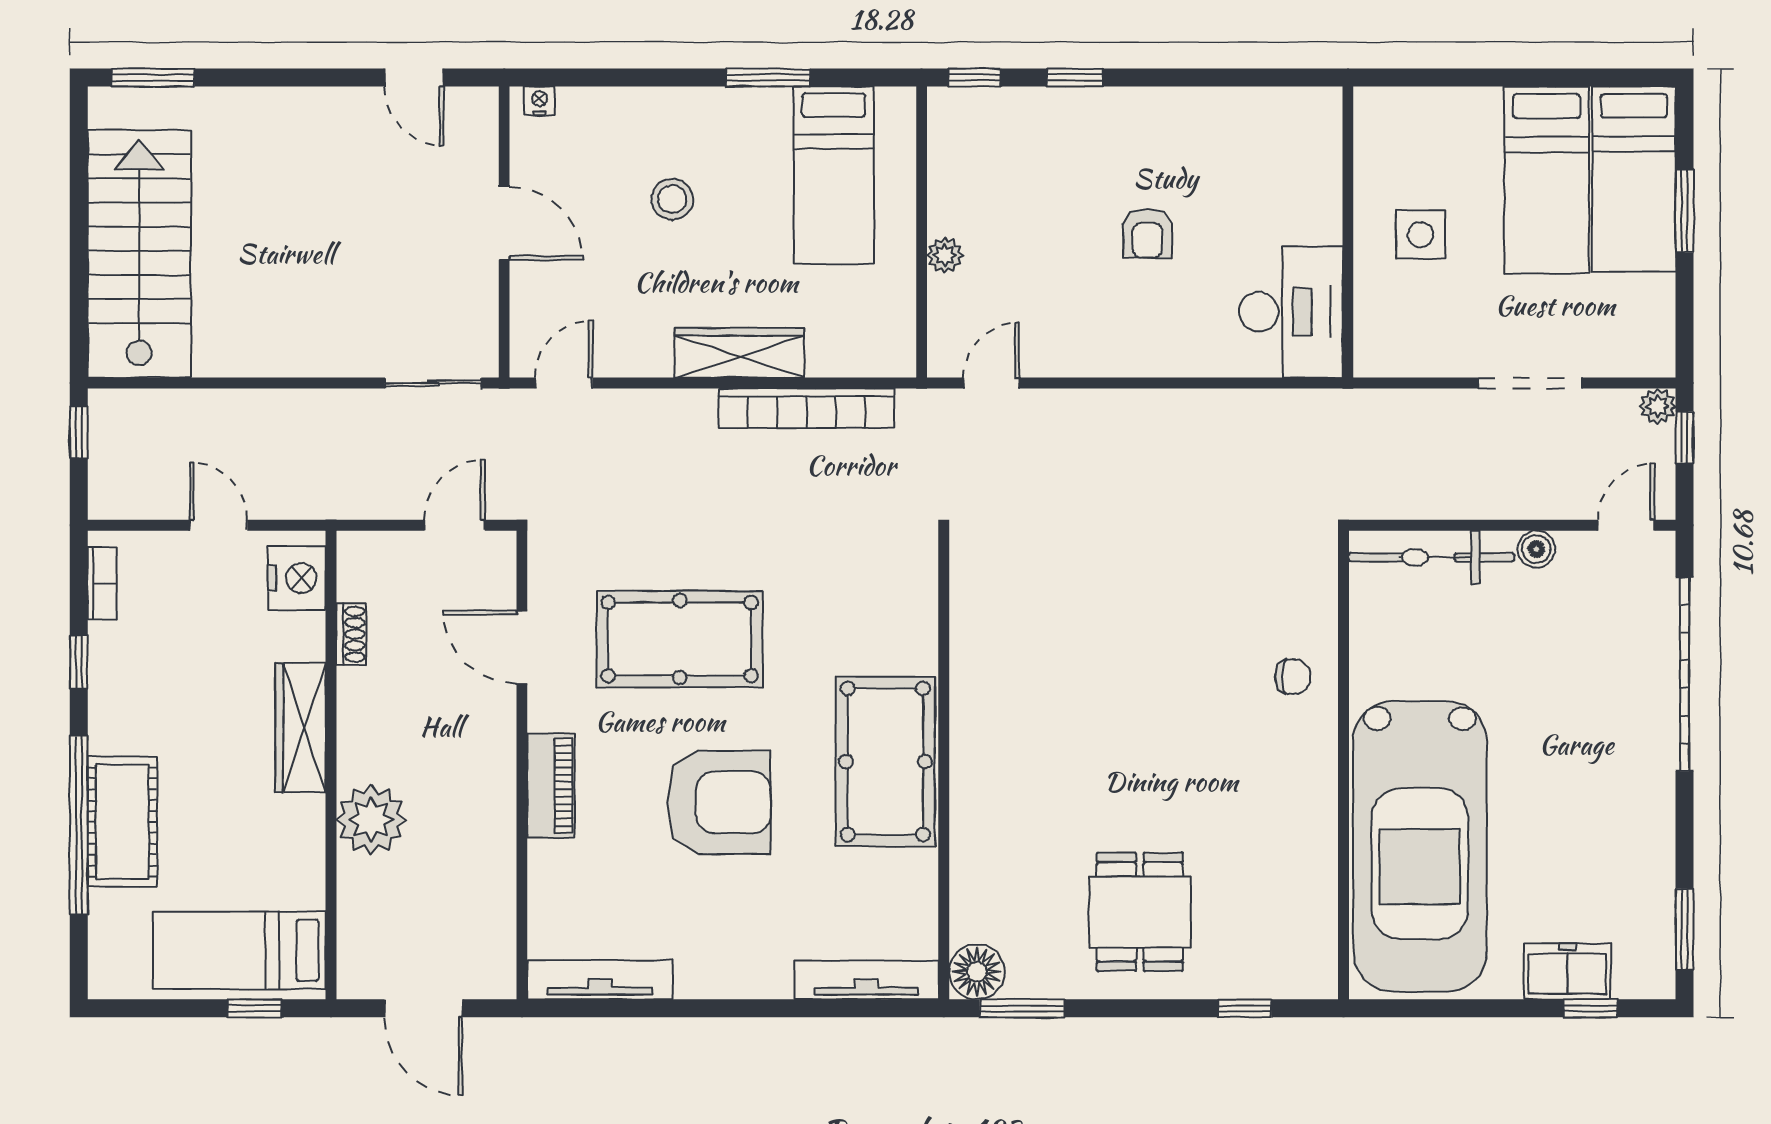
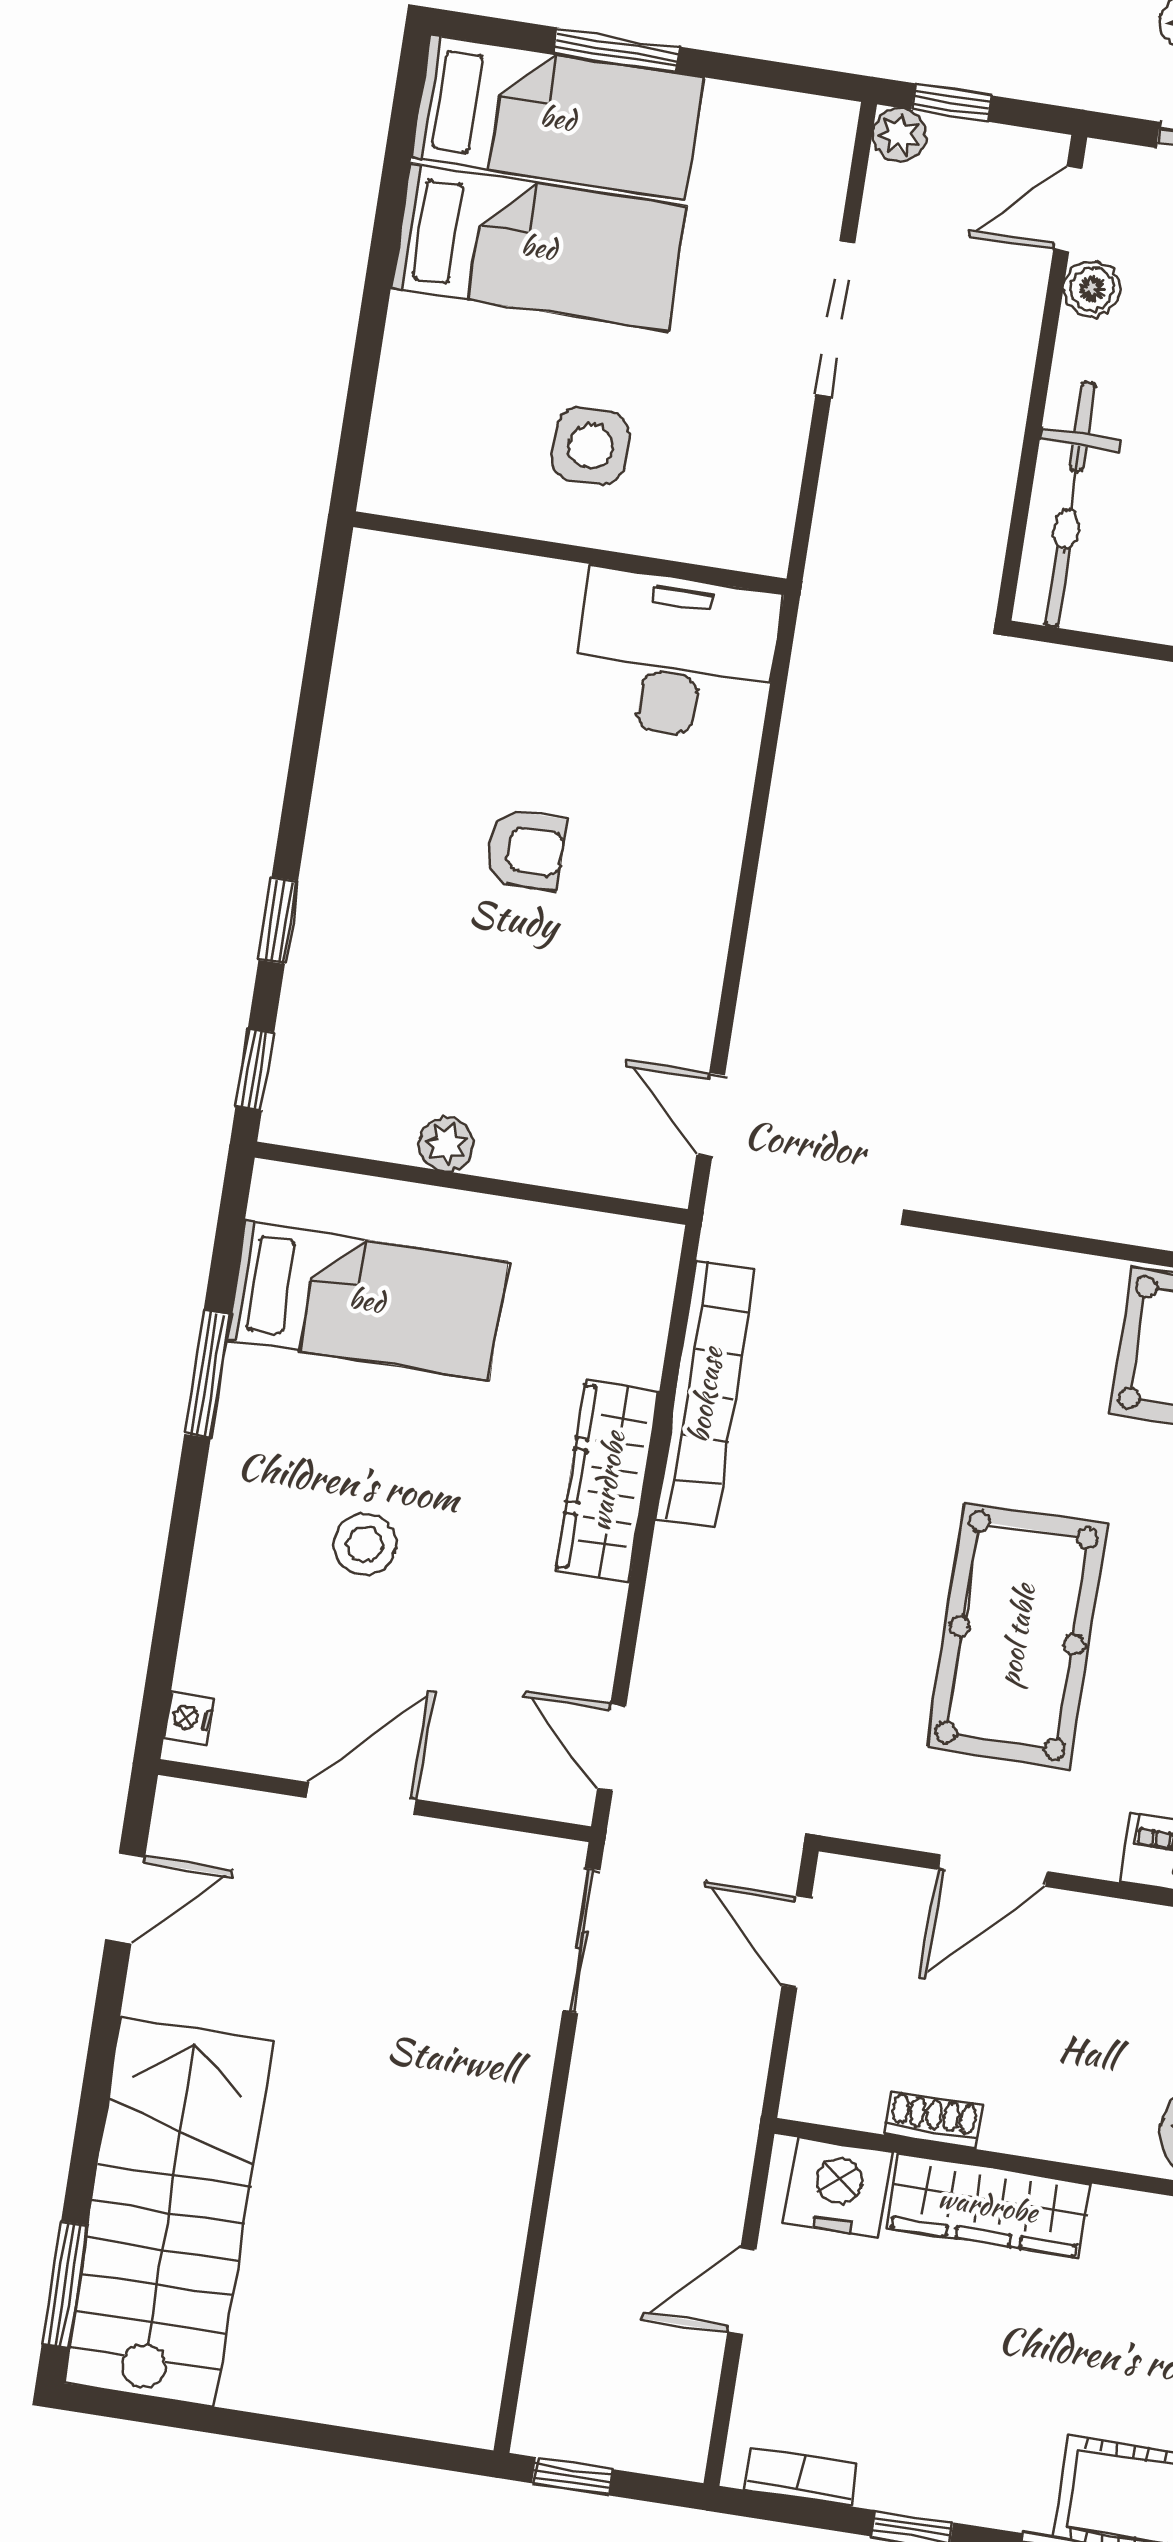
stairs: (139, 254) -> (168, 2212), moved, turned 90
plant: (945, 255) -> (446, 1144), moved
door: (1626, 525) -> (1068, 209), hinge flipped
boiler: (1536, 549) -> (1092, 289), moved
wardrobe: (300, 728) -> (988, 2205), moved

